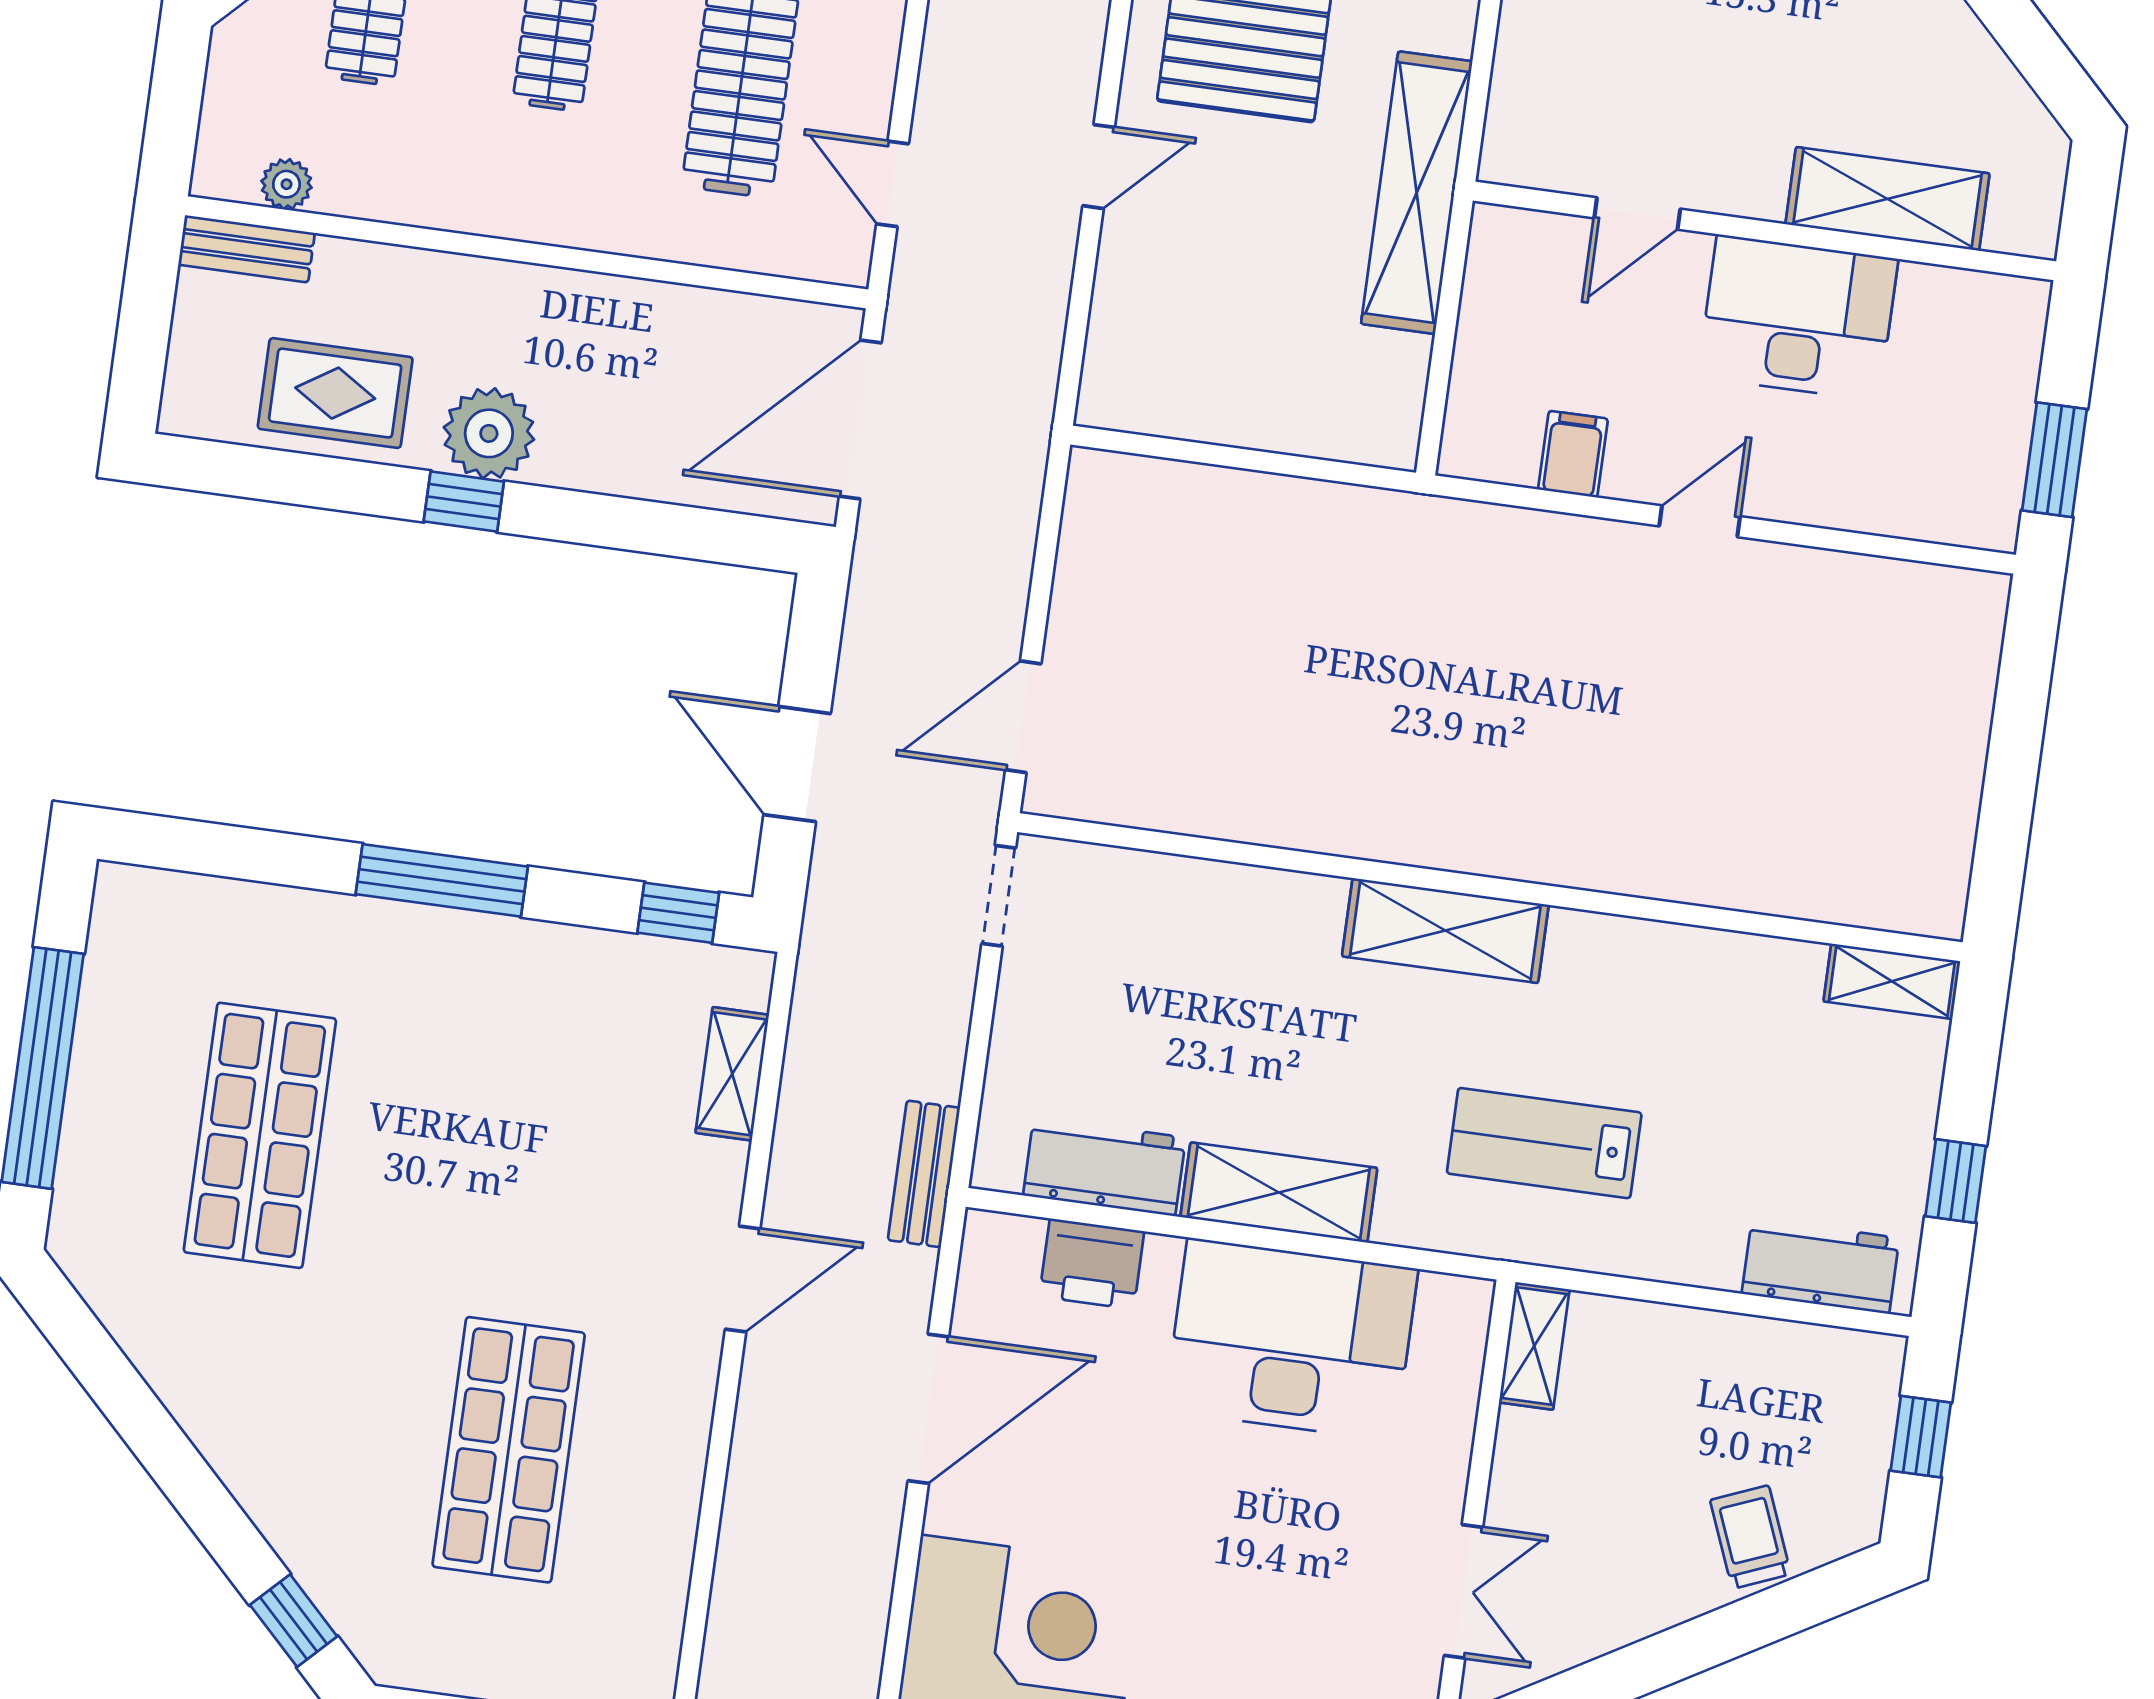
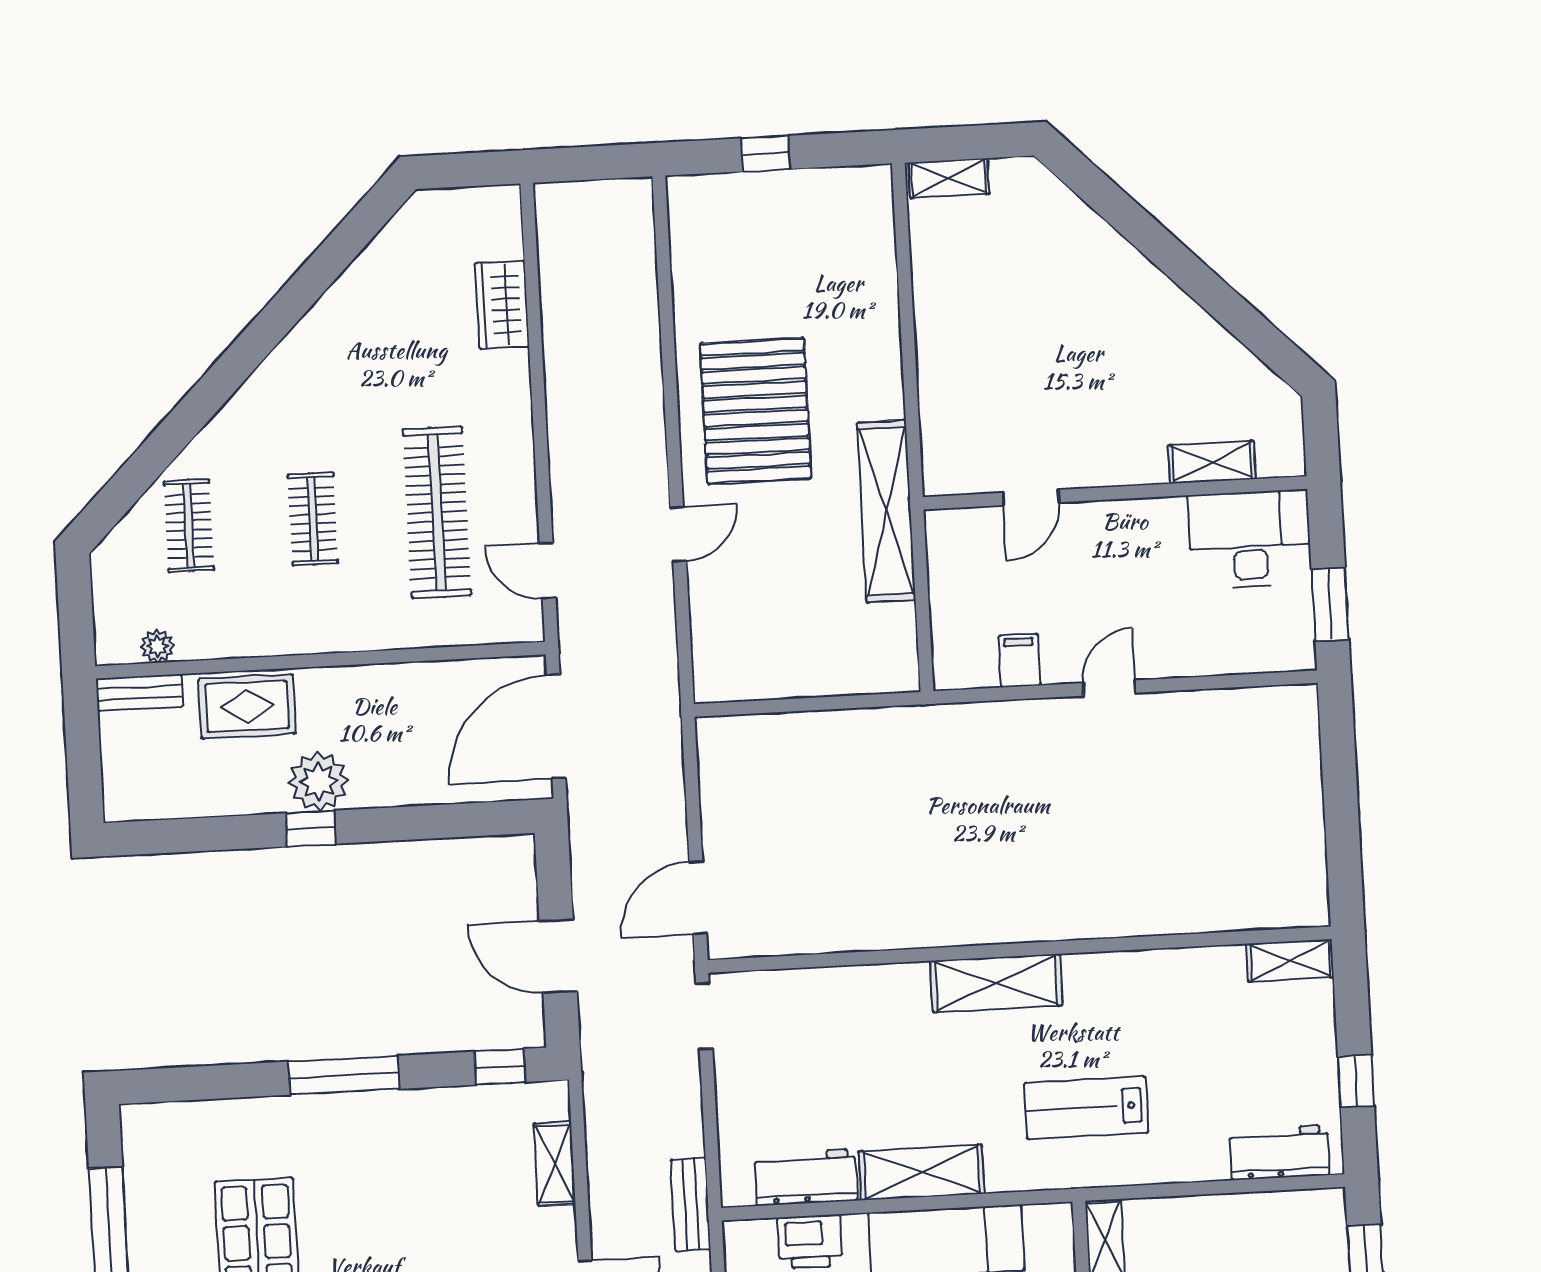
shelving: (1887, 199) -> (1212, 462), width x0.67, depth x0.75
desk: (1798, 318) -> (1250, 539), moved
rug: (335, 393) -> (247, 706), moved

